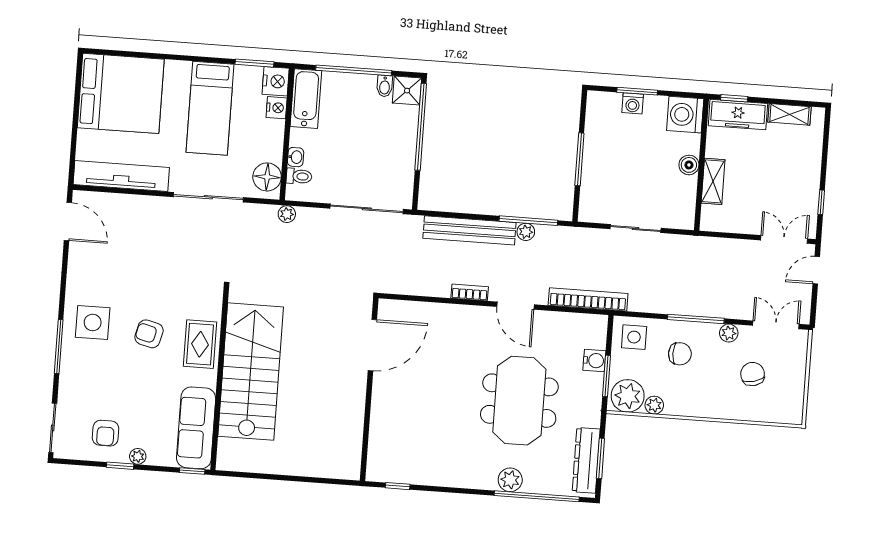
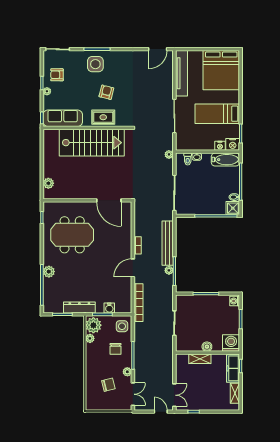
washing machine: (633, 103) -> (235, 301), moved
floor lamp: (267, 177) -> (186, 144), removed
side table: (93, 322) -> (95, 64), moved
meeting table: (519, 401) -> (72, 235), moved
dresser: (586, 460) -> (79, 308), moved
plant: (328, 467) -> (48, 183), added

